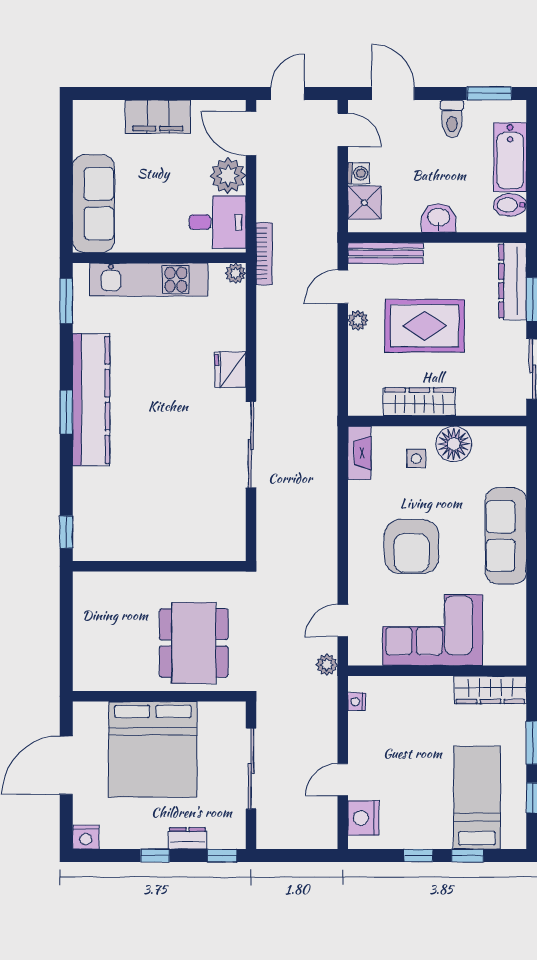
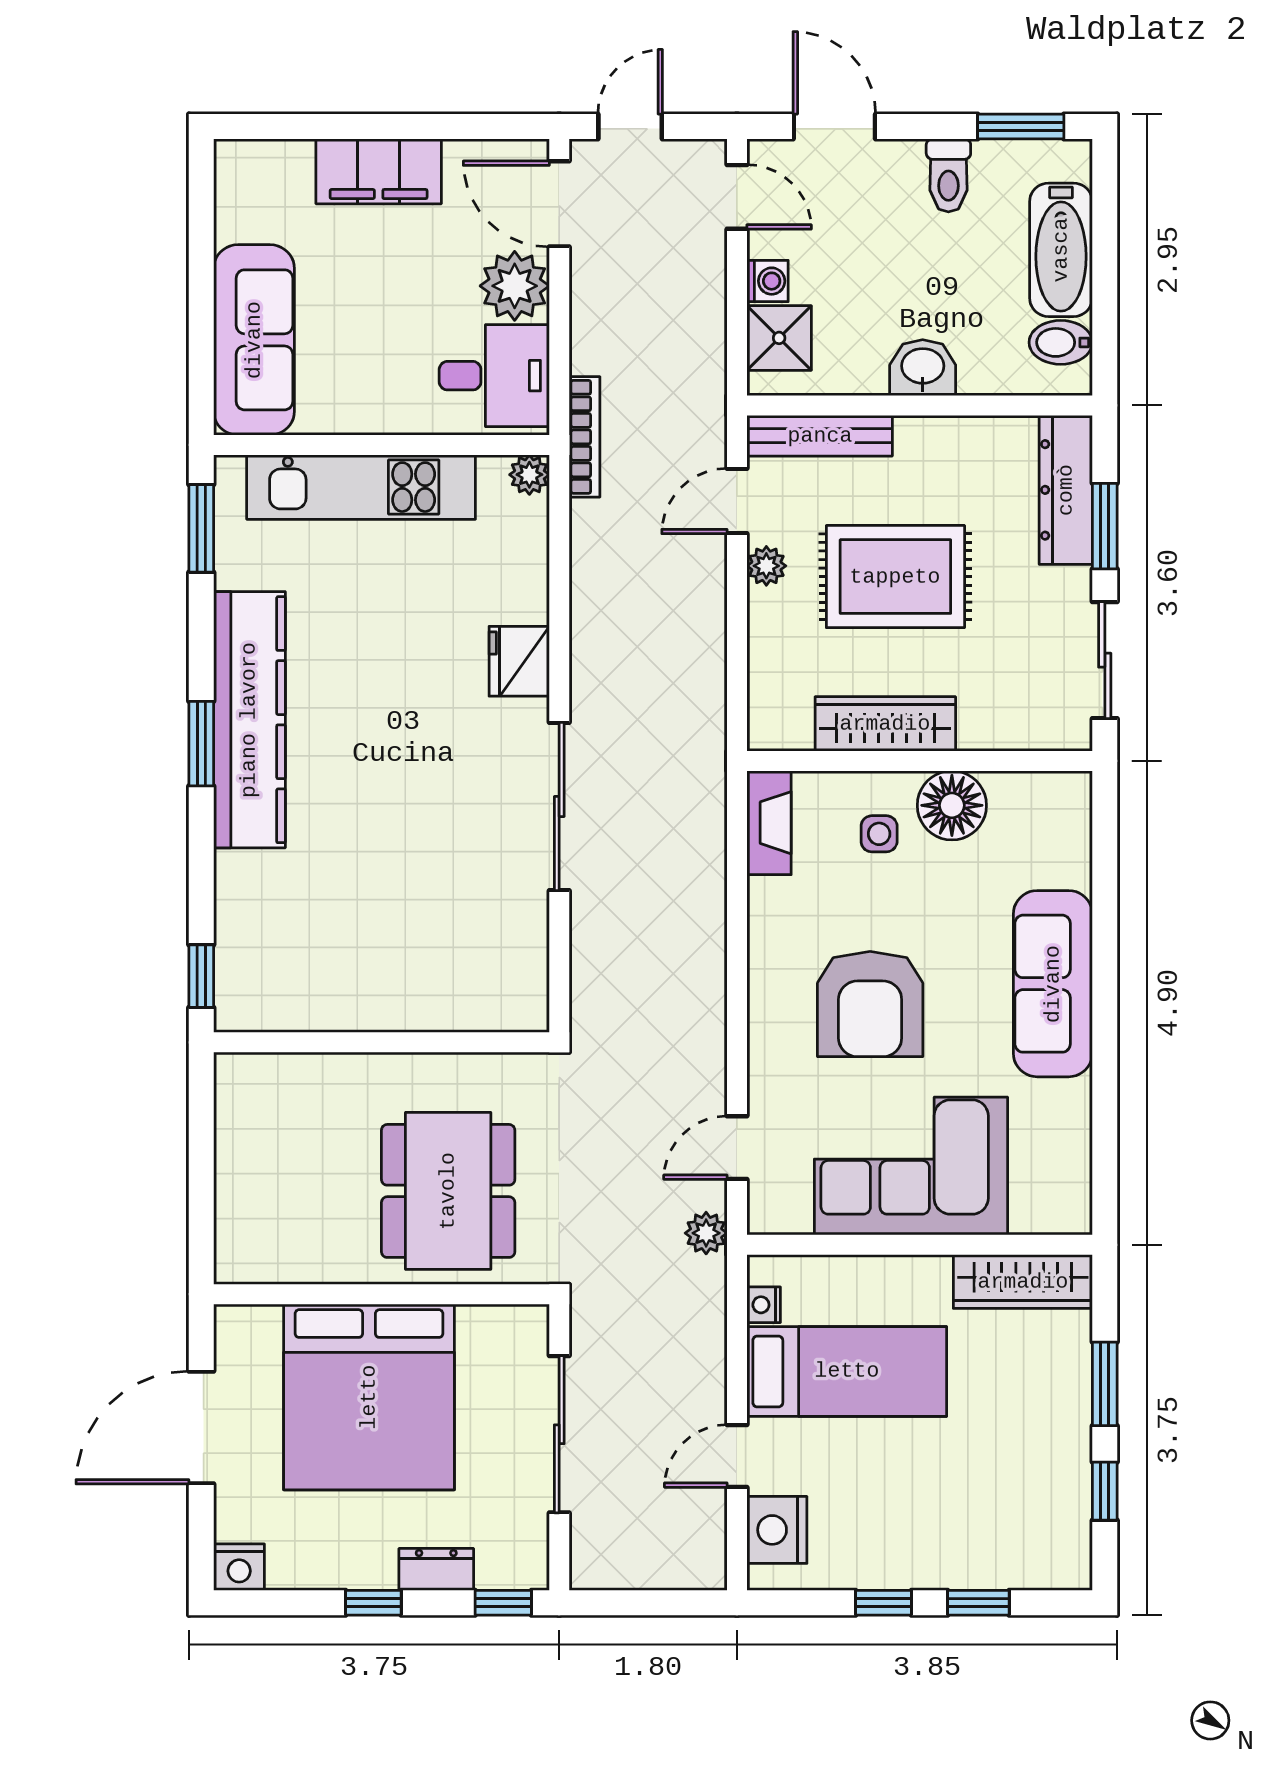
bed: (477, 798) -> (847, 1371), moved, turned 90

